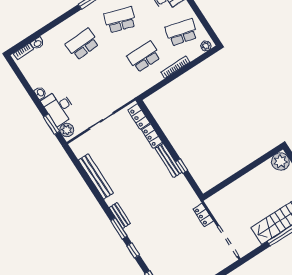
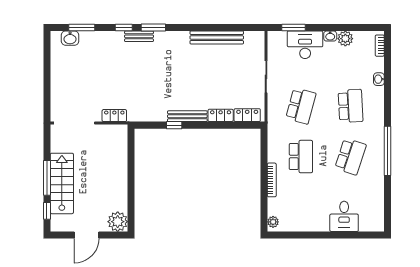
school desk: (181, 32) -> (301, 106), moved
washbasin: (37, 43) -> (379, 79), moved
plant: (67, 130) -> (345, 39), moved
bench: (120, 215) -> (139, 36), moved

